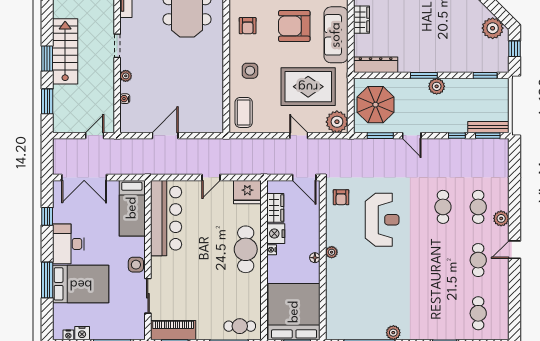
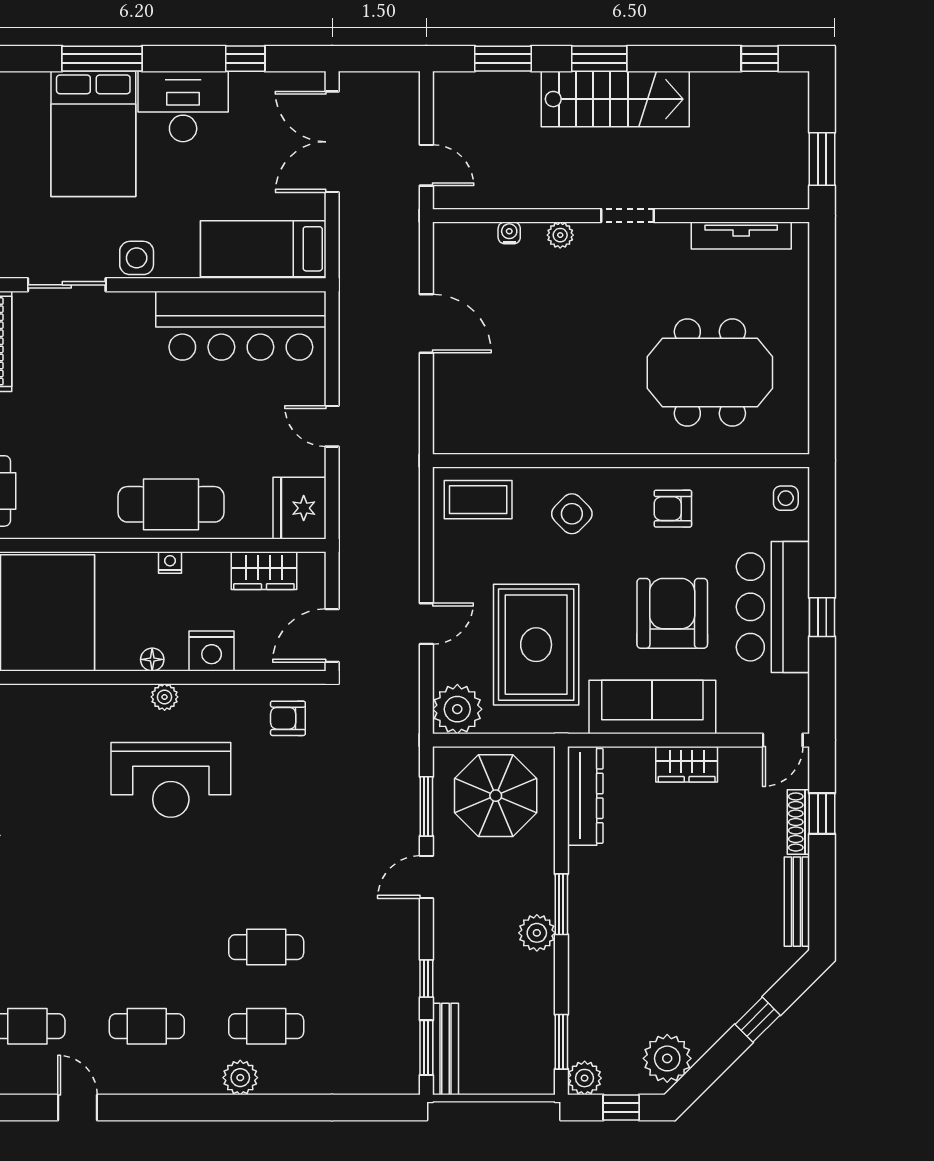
plant: (501, 65) -> (585, 1078), added
side table: (250, 71) -> (572, 514), turned 45
reception desk: (382, 220) -> (171, 780), moved
nightstand: (276, 234) -> (212, 651), moved, turned 180
door: (514, 250) -> (77, 1108), moved

